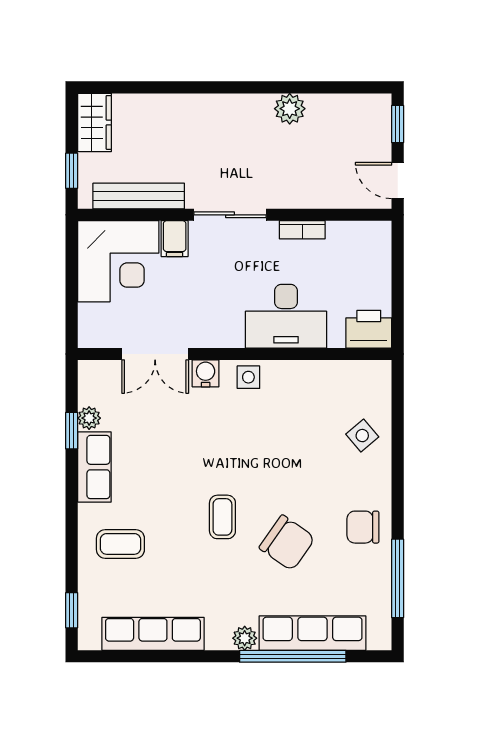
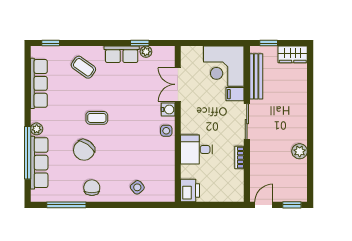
desk: (286, 316) -> (197, 149), width x0.73
coffee table: (120, 544) -> (83, 67), turned -54

